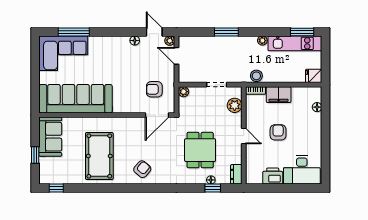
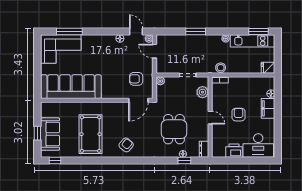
filing cabinet: (279, 95) -> (268, 108), moved, turned 90
sofa: (50, 137) -> (50, 134), moved

